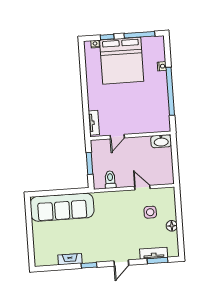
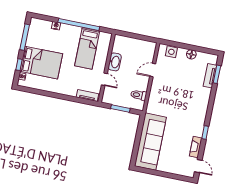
bed: (122, 61) -> (41, 63), width x0.73
bed: (146, 108) -> (87, 48), added
washbasin: (161, 141) -> (115, 62), moved
side table: (150, 212) -> (171, 52), moved
door: (121, 263) -> (198, 166), moved

